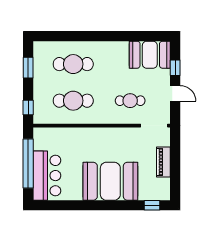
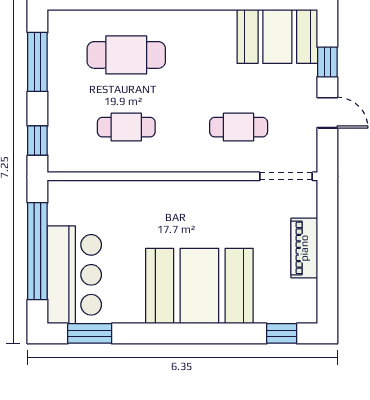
window: (28, 68) -> (37, 62), width x1.44
cafe table: (73, 101) -> (126, 127), width x0.73, depth x0.74
window: (55, 205) -> (90, 333), added

